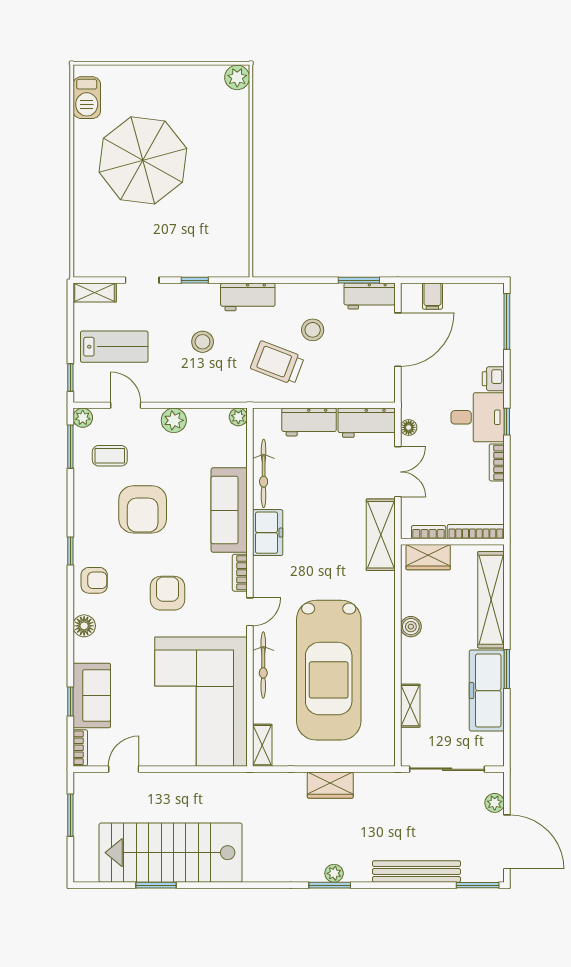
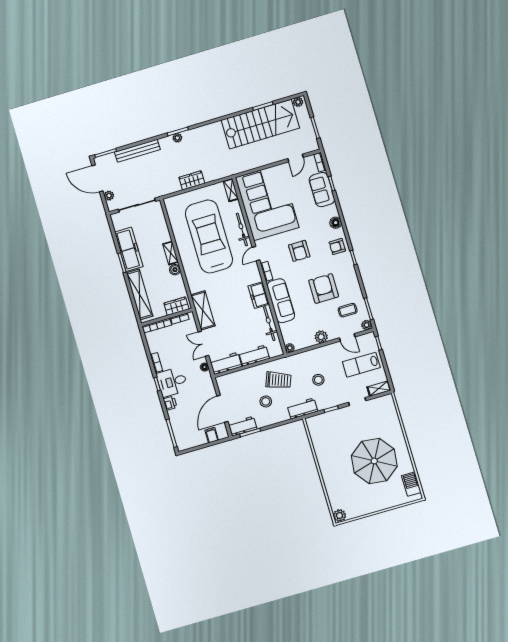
shelving: (410, 706) -> (170, 253), moved
plant: (88, 873) -> (298, 102), added

